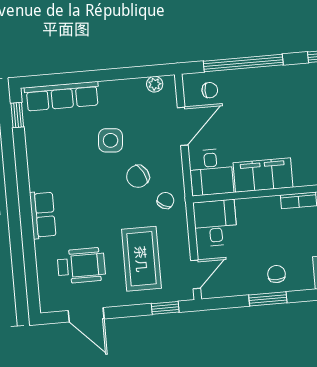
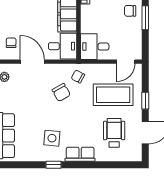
window: (17, 115) -> (54, 165), moved
side table: (111, 140) -> (52, 138), moved
door: (196, 274) -> (126, 62), swing flipped
window: (165, 308) -> (145, 101), moved

